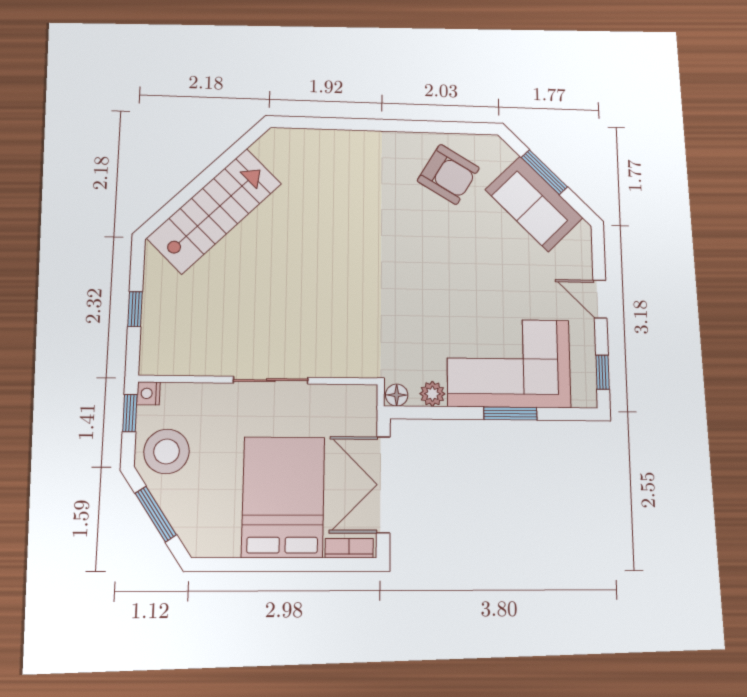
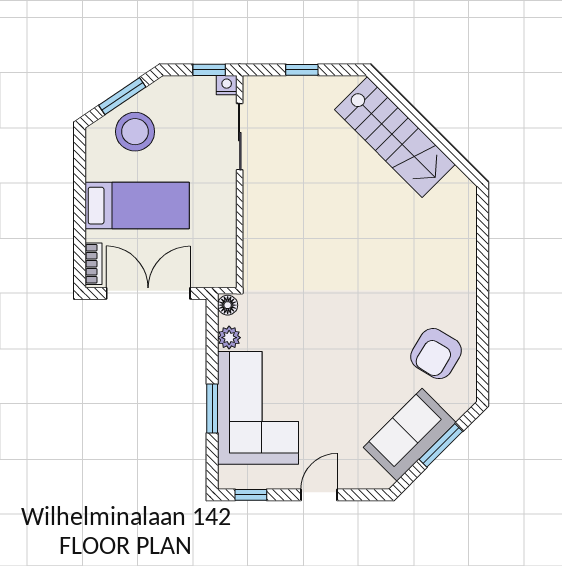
sliding door: (271, 380) -> (240, 137), moved
stool: (167, 451) -> (135, 132), moved
bed: (283, 497) -> (137, 206), width x0.67

